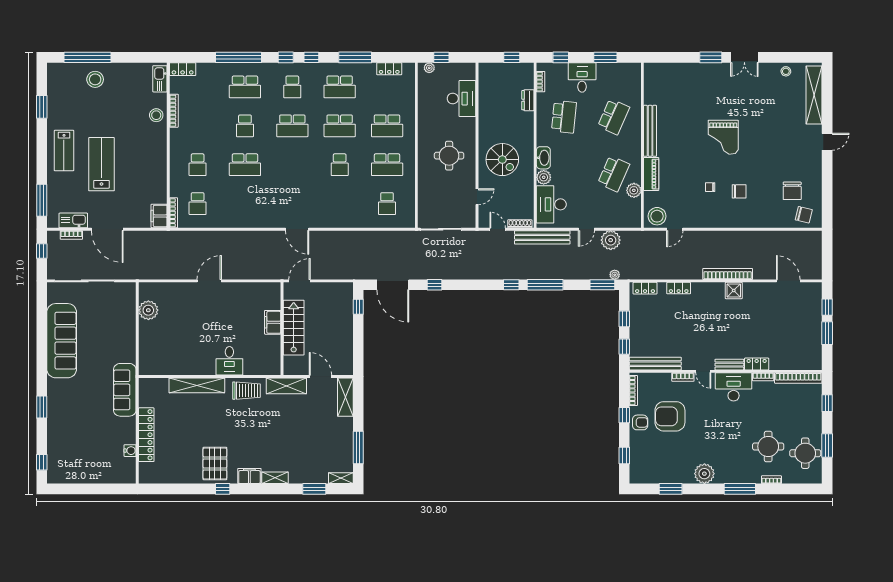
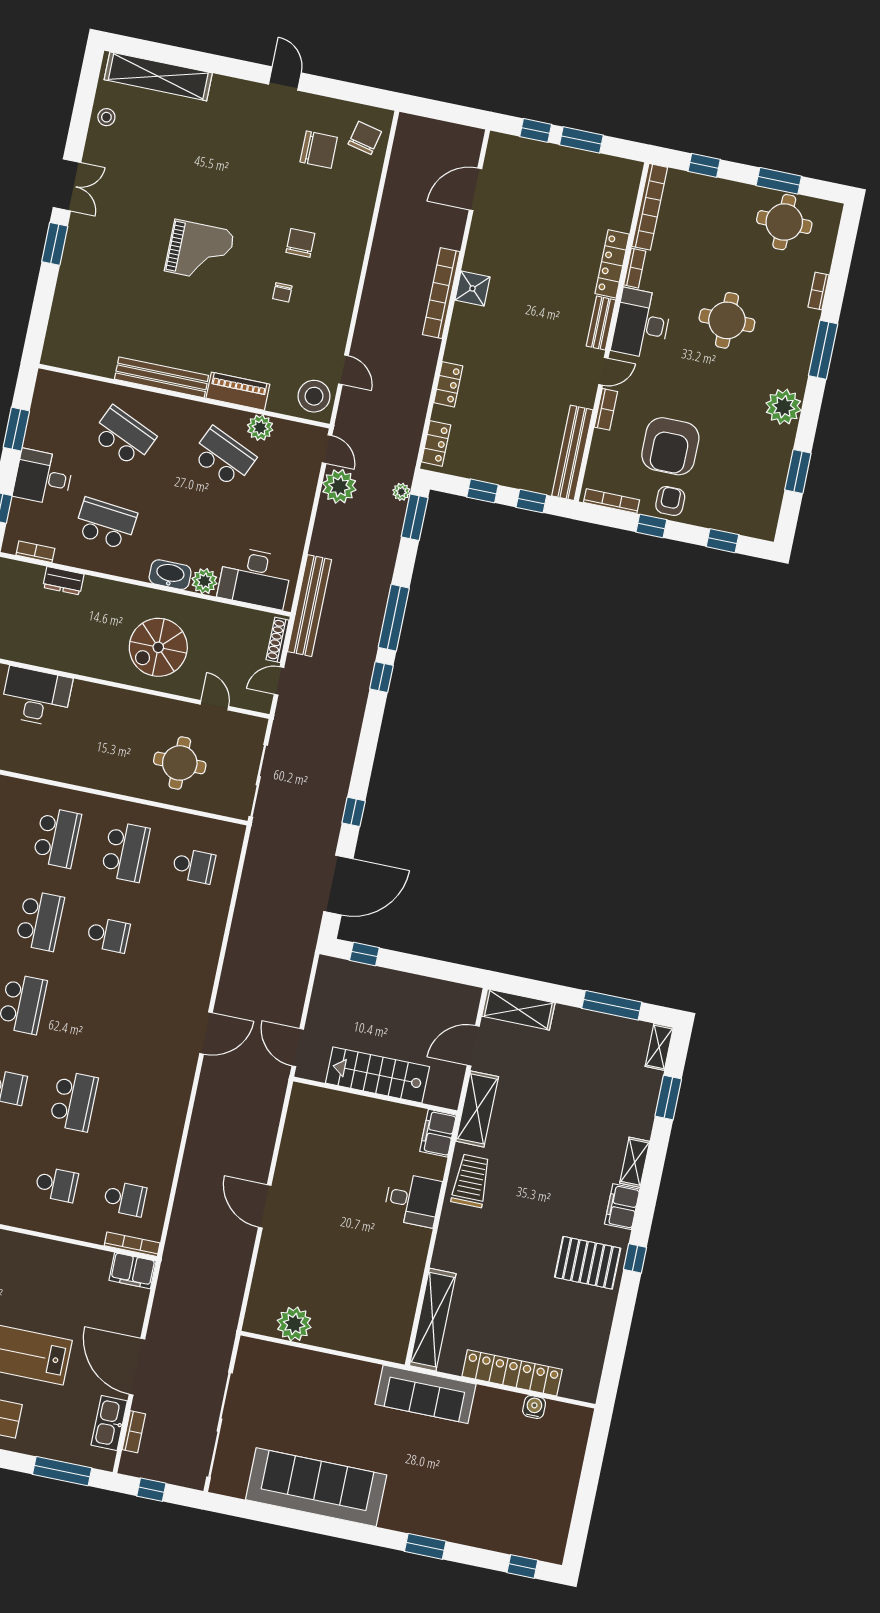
door: (827, 142) -> (285, 79), moved
round table: (449, 156) -> (180, 763), moved
spiral stairs: (502, 160) -> (158, 647), turned 180
door: (107, 229) -> (137, 1367), swing flipped
door: (586, 229) -> (327, 449), moved
filing cabinet: (273, 322) -> (438, 1133), moved, turned 90
locker: (757, 364) -> (612, 264), width x1.53
shelving: (197, 385) -> (433, 1320), moved
round table: (768, 446) -> (727, 320), moved

